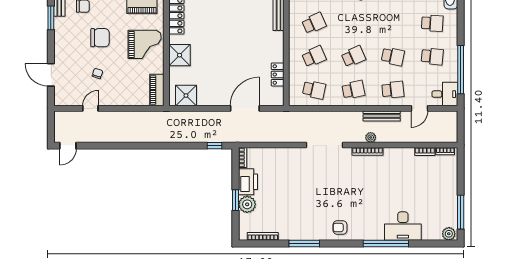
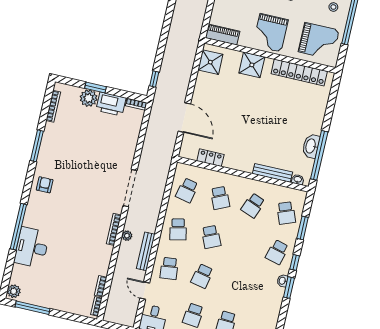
school desk: (314, 23) -> (253, 205), turned 45

